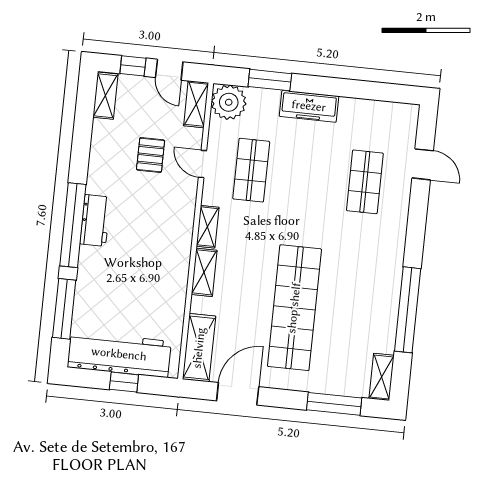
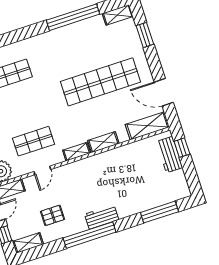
pallet: (151, 155) -> (53, 215), moved
window: (73, 225) -> (90, 235), moved
workbench: (119, 354) -> (169, 155), width x0.53, depth x0.76
window: (124, 382) -> (182, 148), moved
window: (334, 404) -> (145, 35), width x0.69

